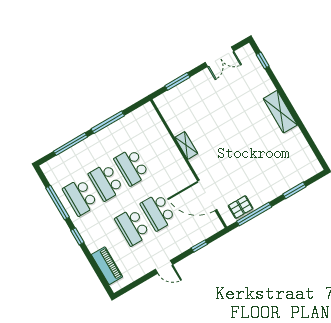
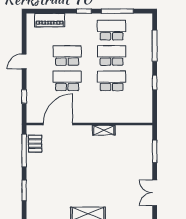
window: (108, 122) -> (155, 83), width x0.46

